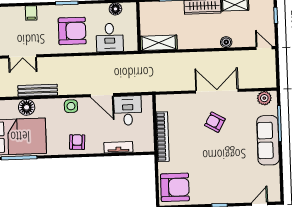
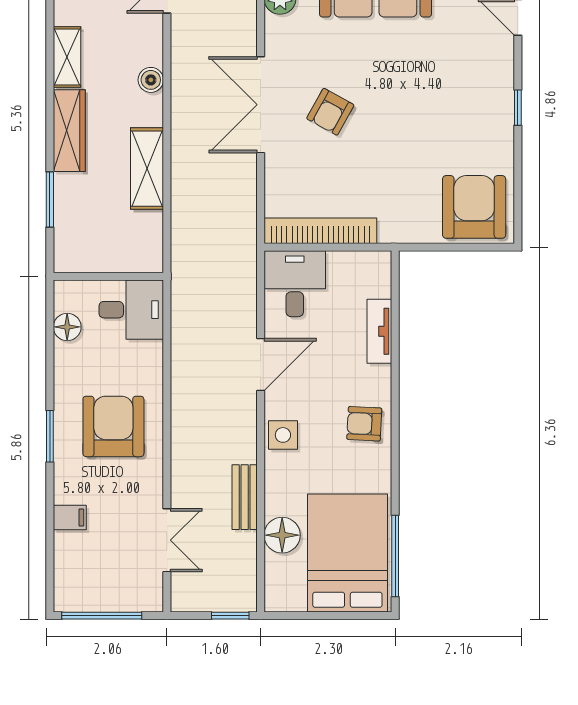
desk: (110, 38) -> (131, 310), moved
shelving: (159, 43) -> (147, 169), moved
bench: (38, 90) -> (245, 497), width x0.73
desk: (128, 110) -> (295, 284), moved, turned 90
bookcase: (163, 137) -> (320, 231), moved

